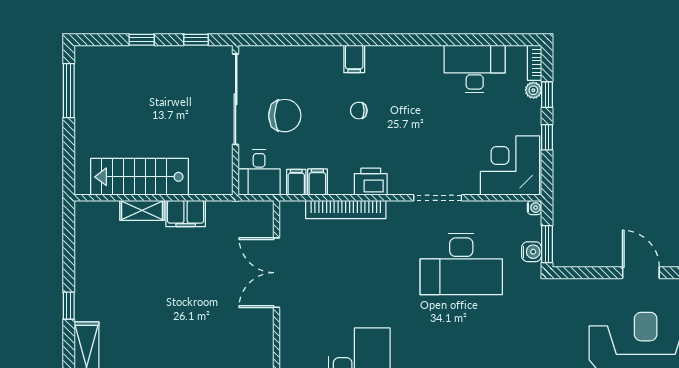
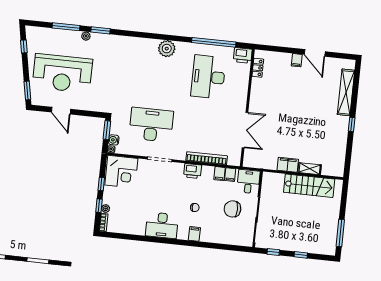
desk: (475, 69) -> (162, 225), moved
water cooler: (532, 252) -> (114, 140), moved

